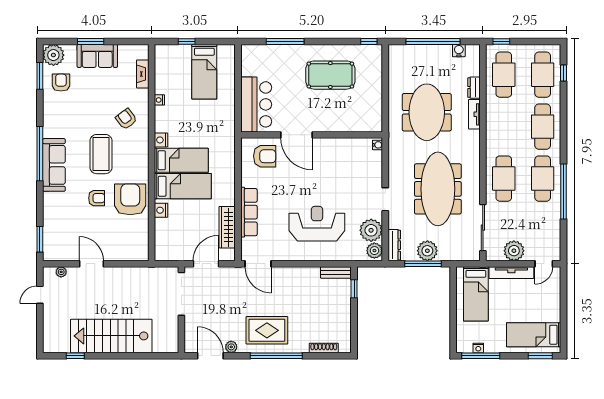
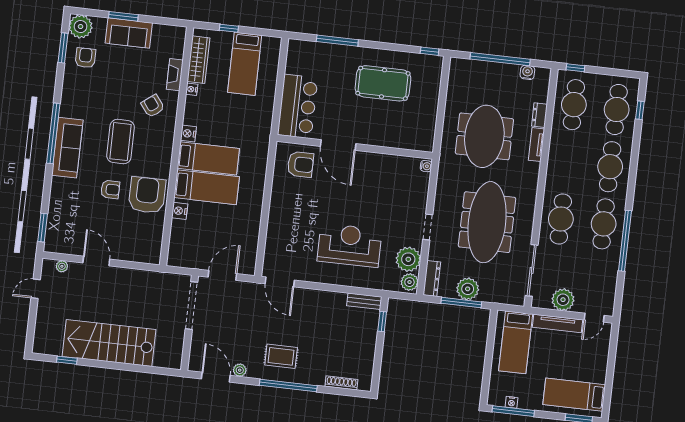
fireplace: (143, 74) -> (175, 75), moved
row of seats: (249, 212) -> (276, 224), removed
wardrobe: (227, 227) -> (198, 60), moved, turned 180
rug: (267, 330) -> (281, 356), width x0.73, depth x0.70

